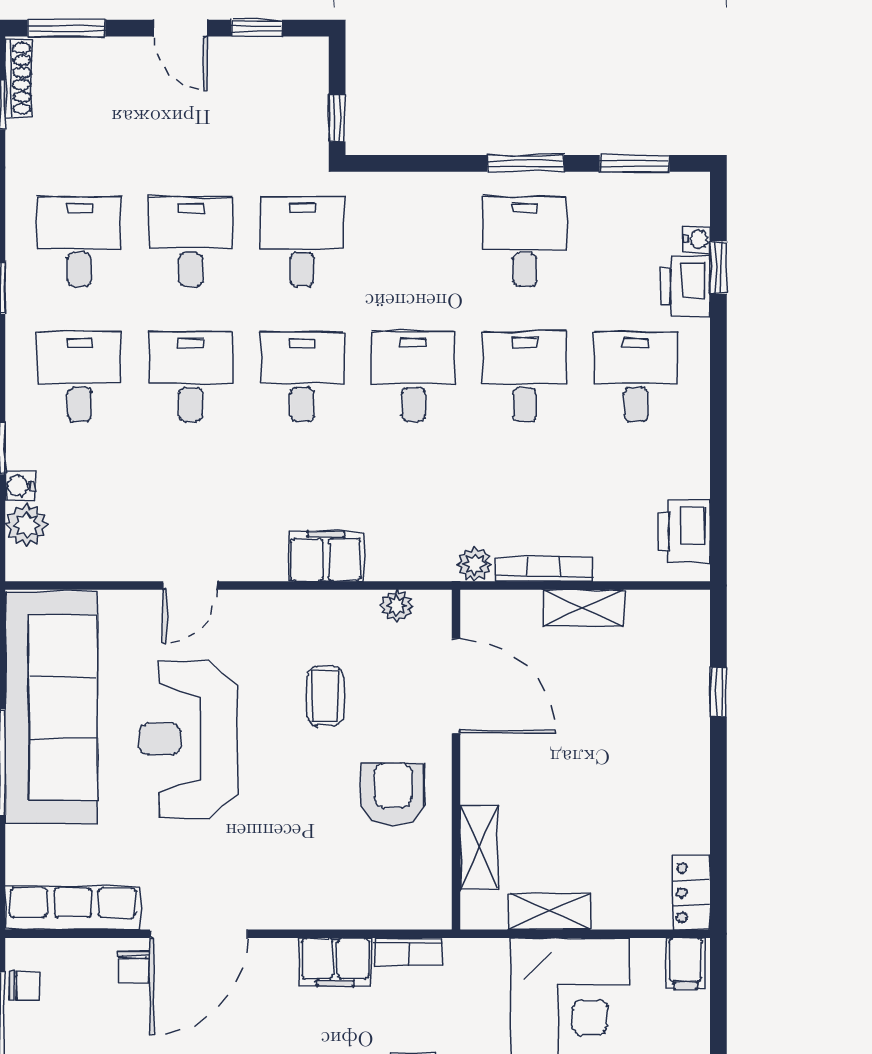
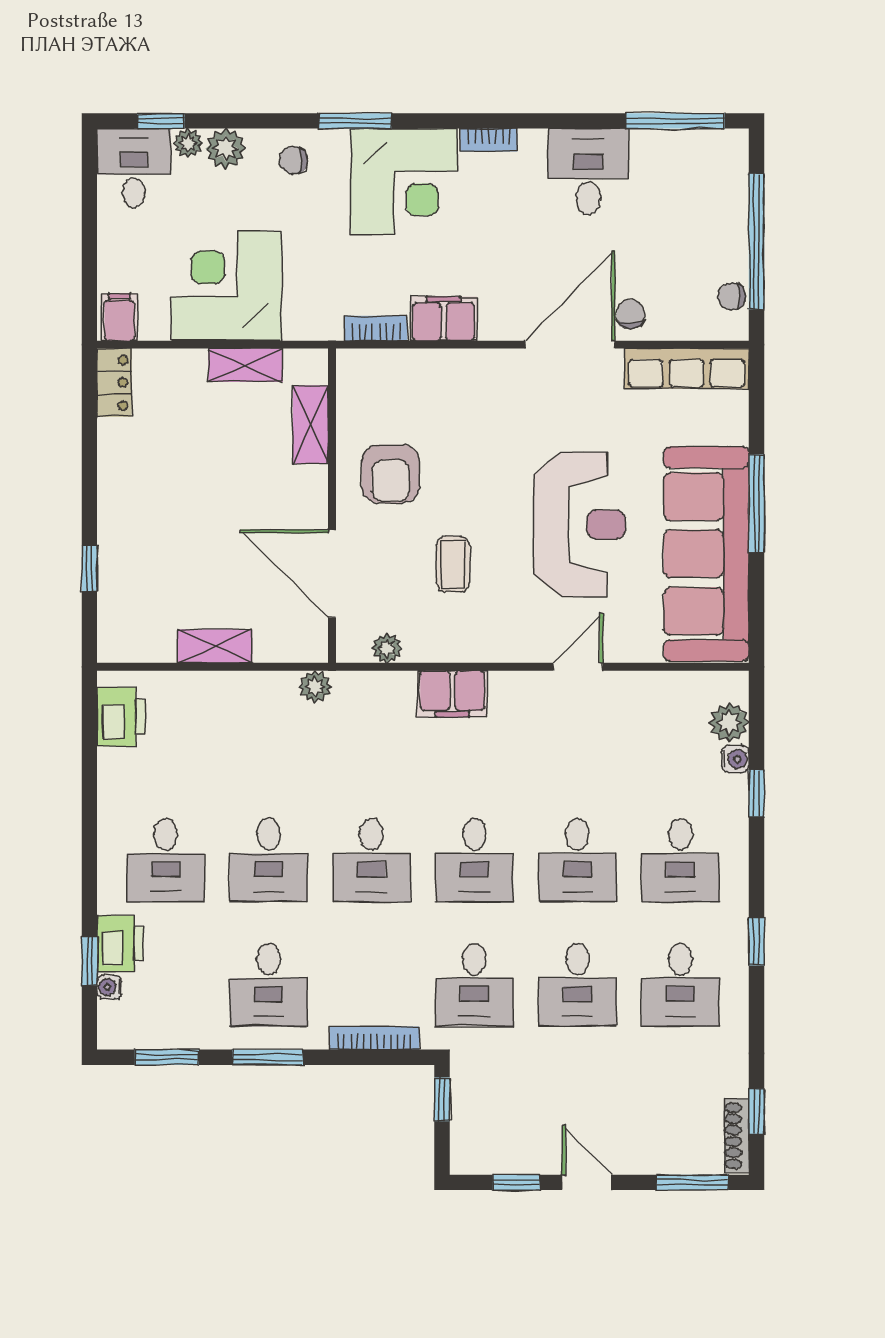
bookcase: (543, 569) -> (374, 1038), moved, turned 180

